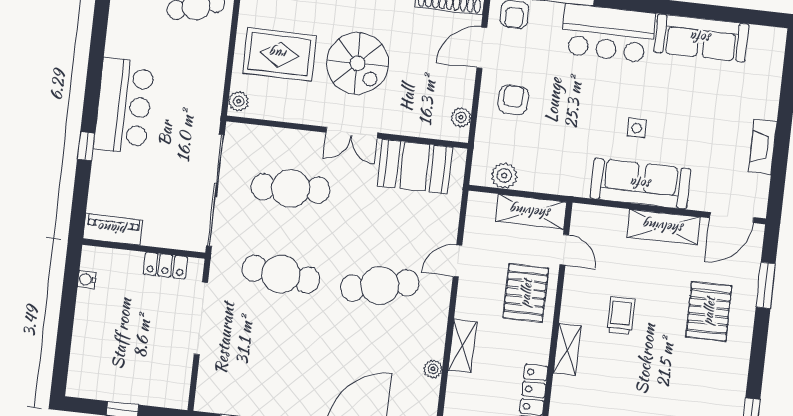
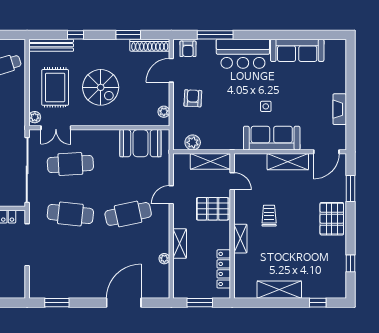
rug: (279, 54) -> (55, 87), turned 90
double door: (352, 133) -> (56, 128), moved
pallet: (526, 293) -> (213, 209), turned 90
pallet: (709, 311) -> (332, 219), moved

